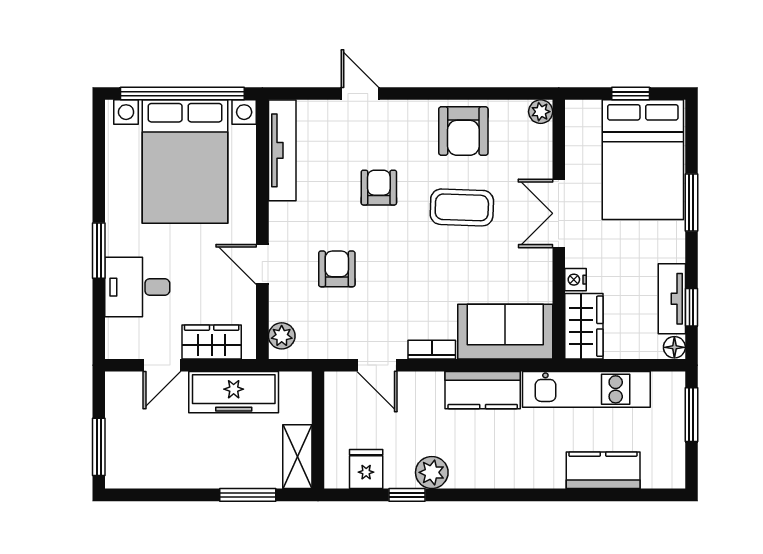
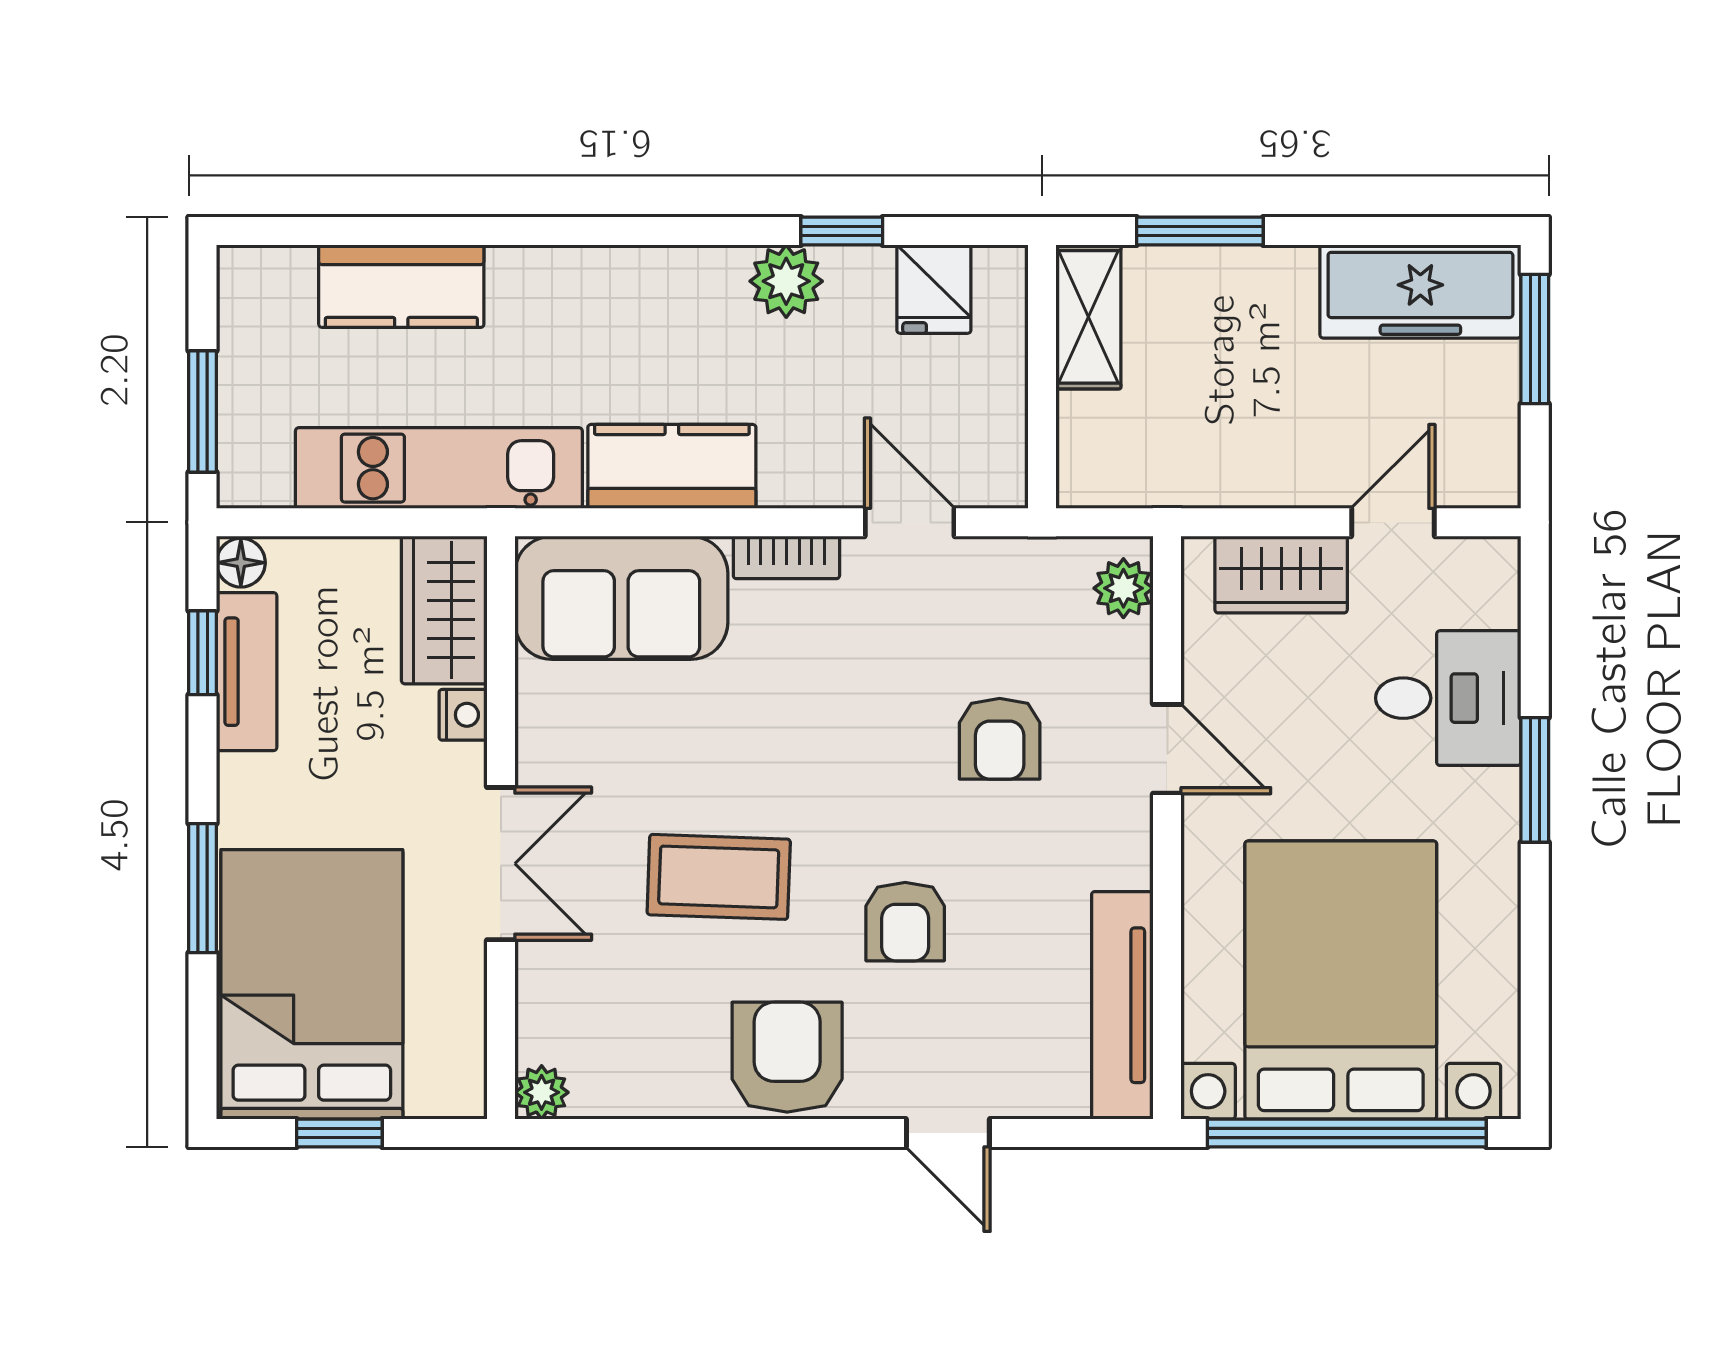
armchair: (463, 131) -> (787, 1057), moved
freezer: (234, 392) -> (1420, 291), moved, turned 180

